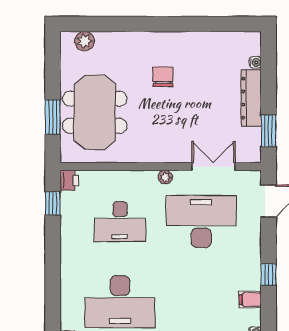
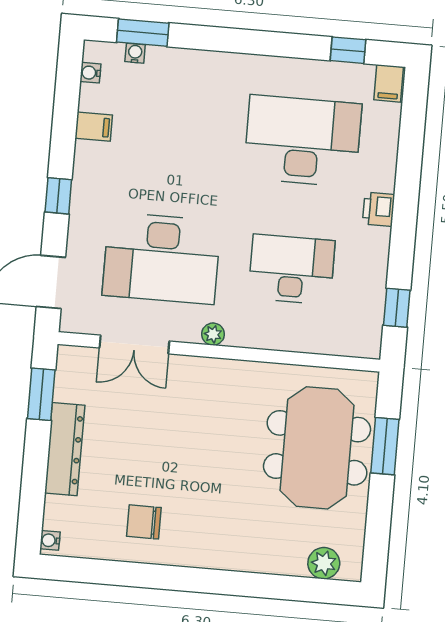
water cooler: (255, 62) -> (50, 540), moved
chair: (163, 77) -> (144, 522), moved, turned 90
printer: (69, 180) -> (379, 209), moved
window: (268, 275) -> (58, 196), moved

